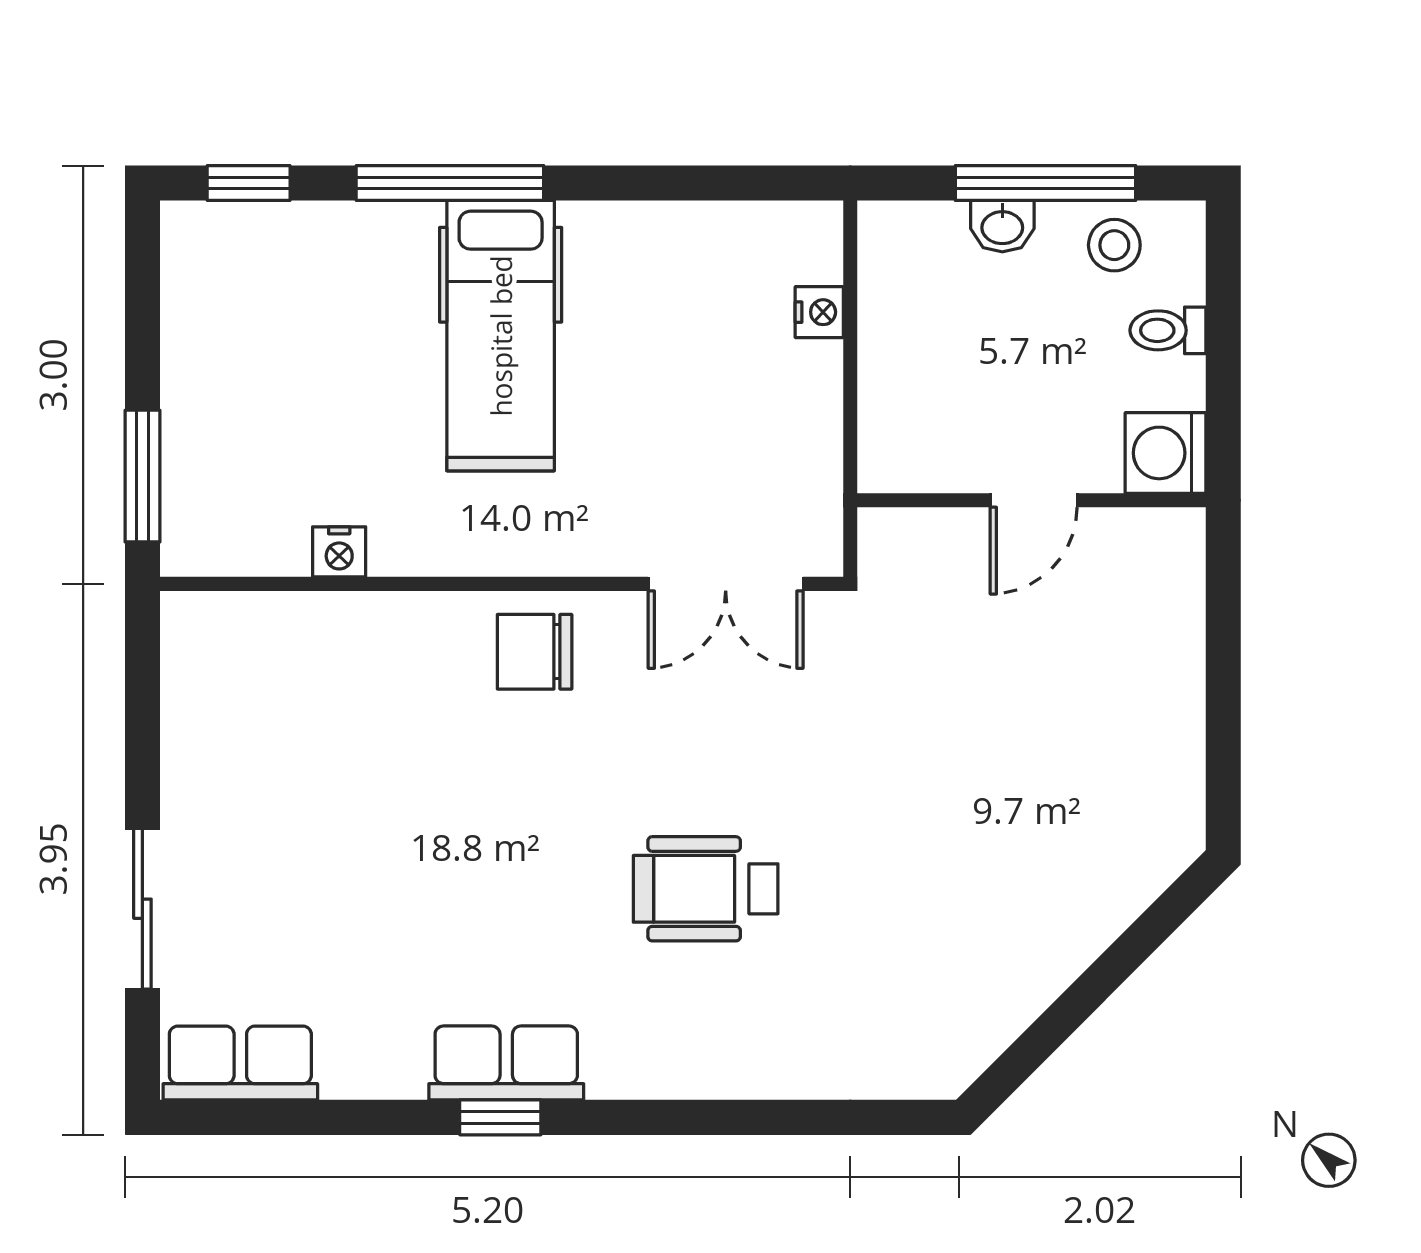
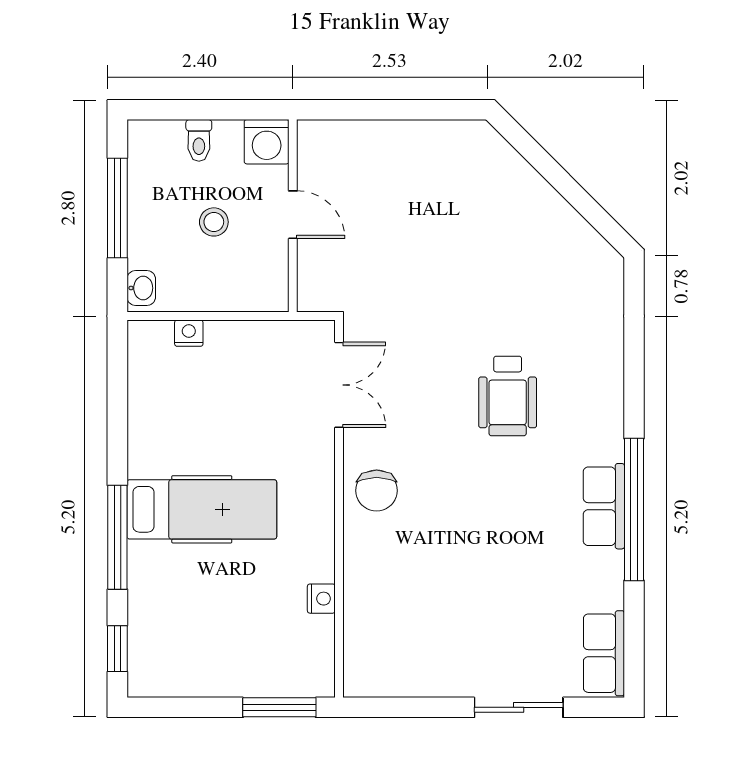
washbasin: (1002, 226) -> (141, 288), moved
stool: (1114, 245) -> (214, 222), moved
window: (500, 1117) -> (634, 509), width x3.17

